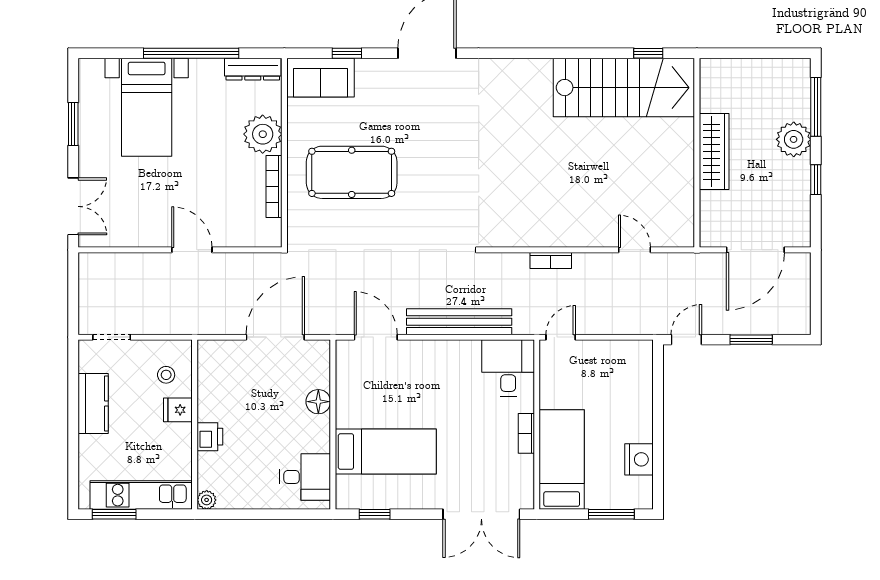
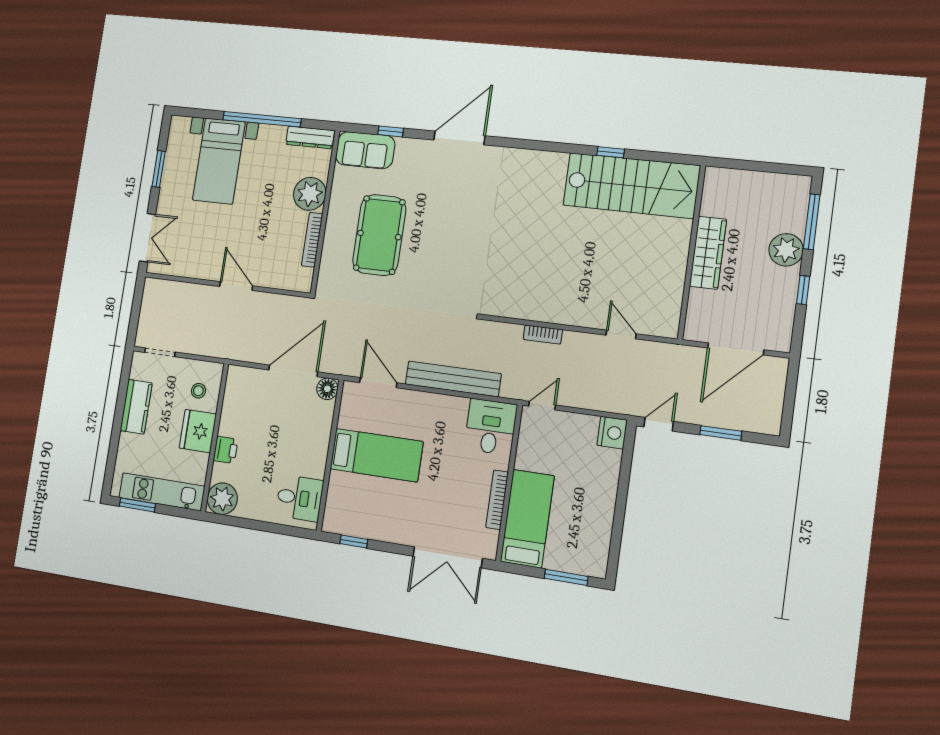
window: (648, 53) -> (611, 152), moved
pool table: (352, 172) -> (379, 235), turned 90
floor lamp: (318, 402) -> (327, 389), moved
fridge: (178, 410) -> (198, 431), width x1.88, depth x1.34
bookcase: (526, 433) -> (497, 500), width x1.56
bed: (386, 451) -> (376, 455), moved
nightstand: (639, 459) -> (612, 433), moved
plant: (207, 500) -> (222, 499), width x1.87, depth x1.87

